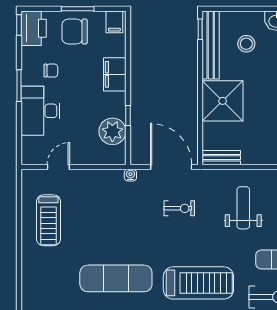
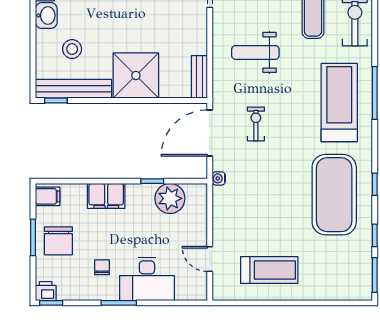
printer: (34, 28) -> (46, 291), width x0.53, depth x0.68
exercise mat: (116, 278) -> (334, 195), width x1.47

